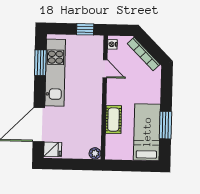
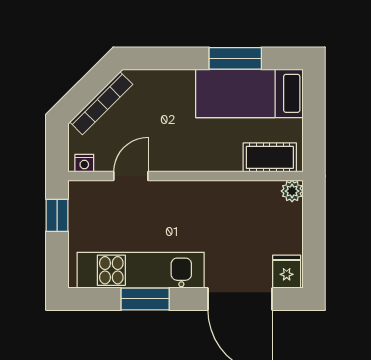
window: (40, 63) -> (145, 299), moved
cot: (113, 120) -> (270, 157), moved

